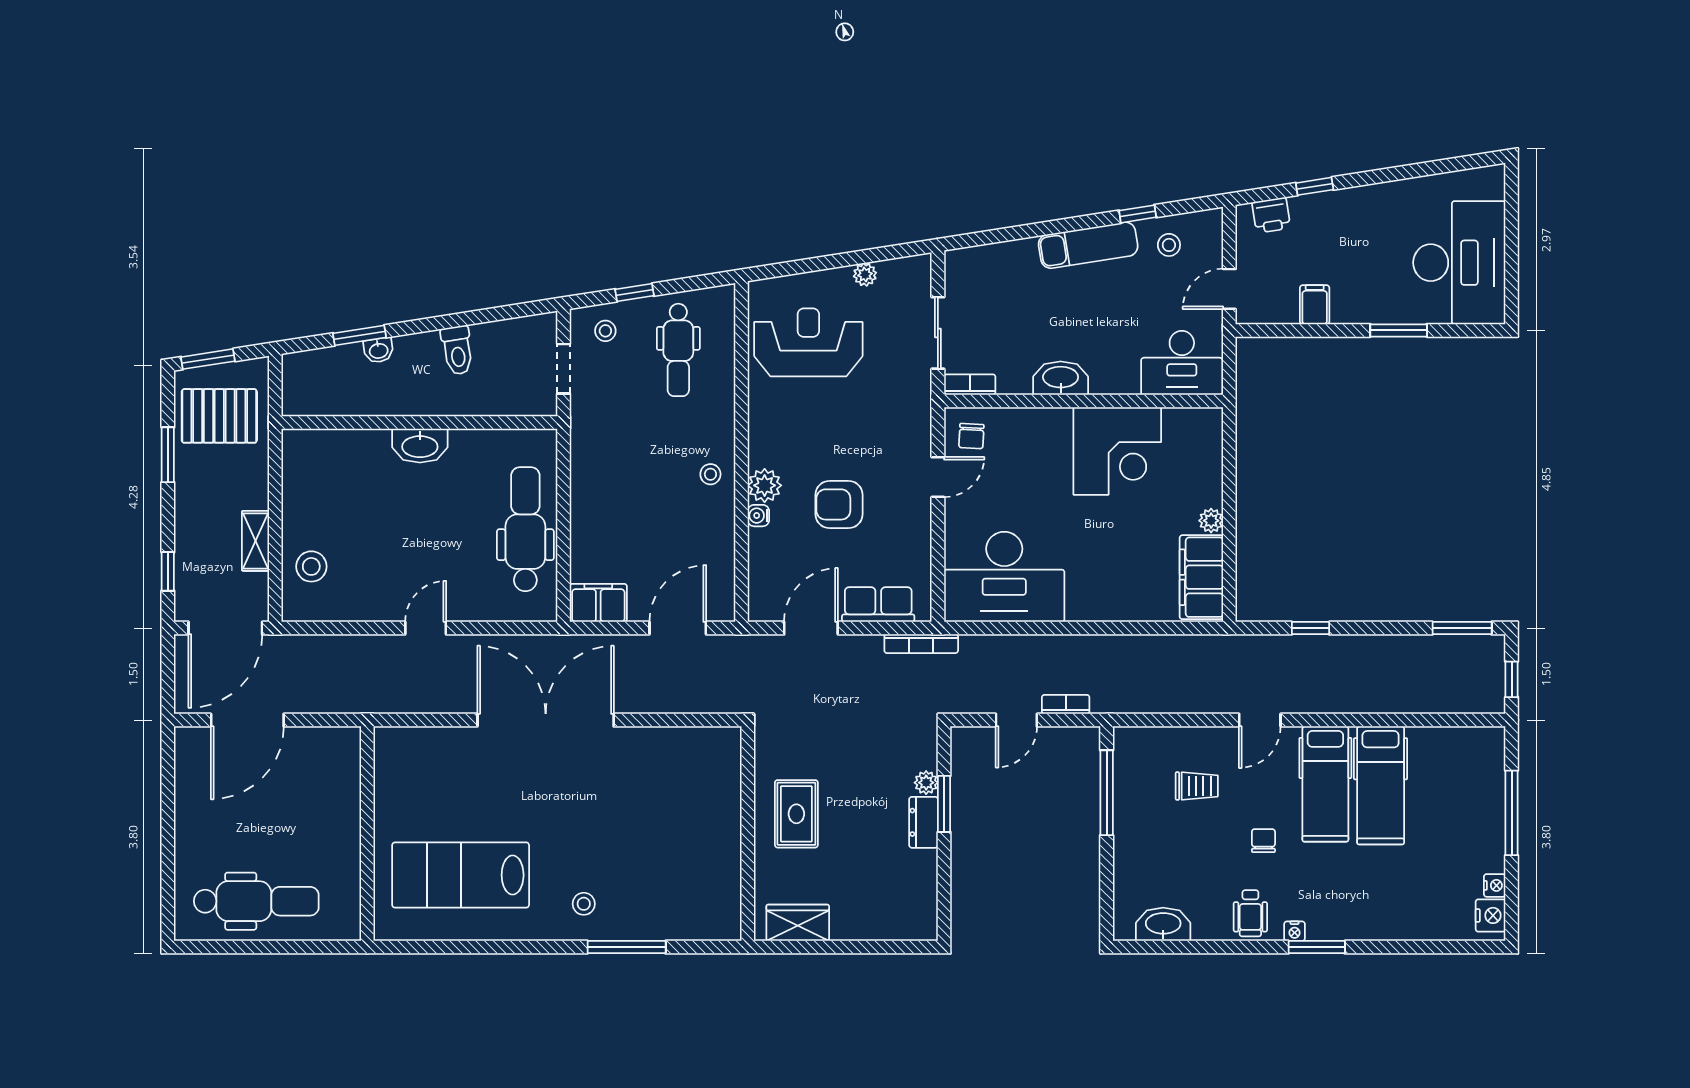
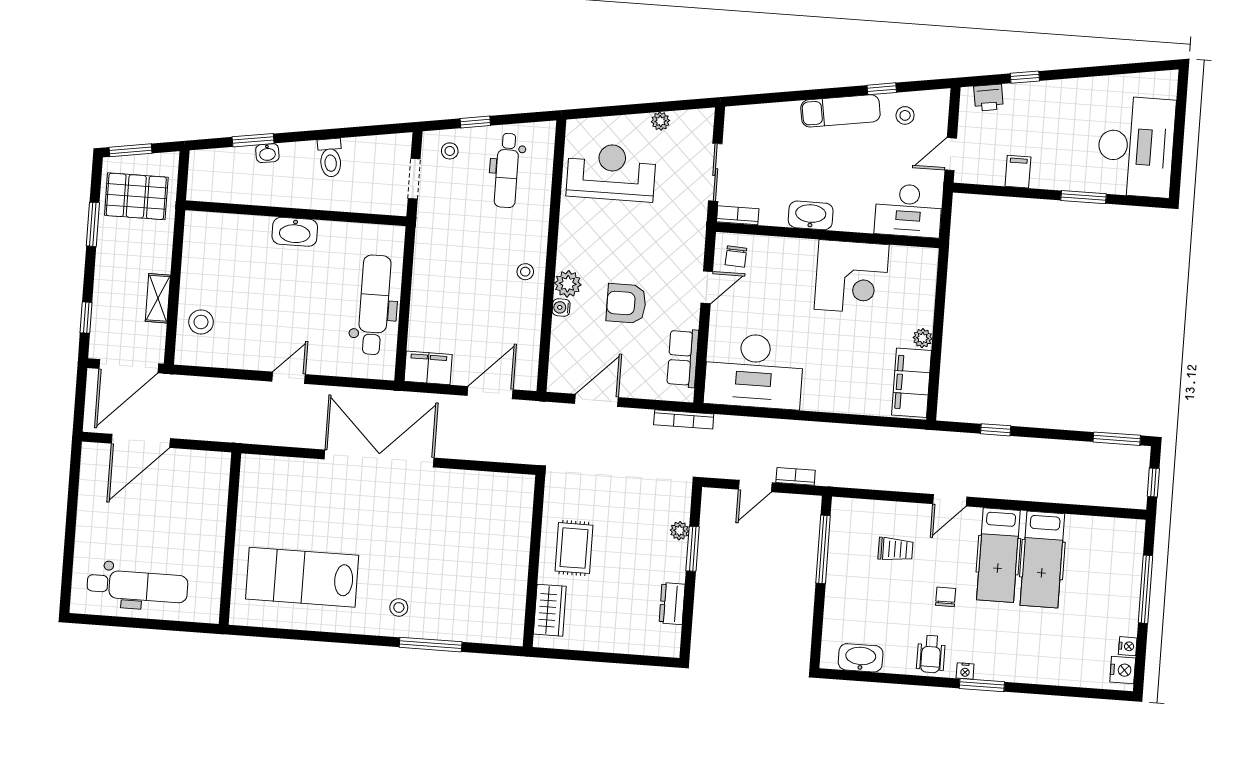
row of seats: (878, 605) -> (683, 358), moved, turned -90
dresser: (924, 822) -> (672, 604), moved
wardrobe: (798, 923) -> (550, 610), moved, turned 90

